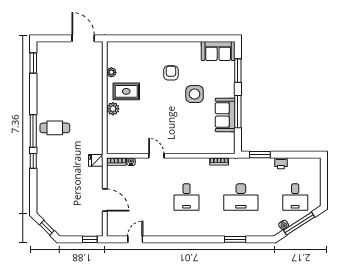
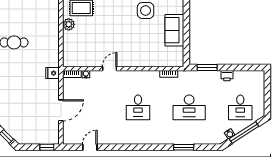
window: (238, 112) -> (186, 27), removed
door: (156, 156) -> (110, 69), hinge flipped
door: (105, 200) -> (61, 110), hinge flipped

